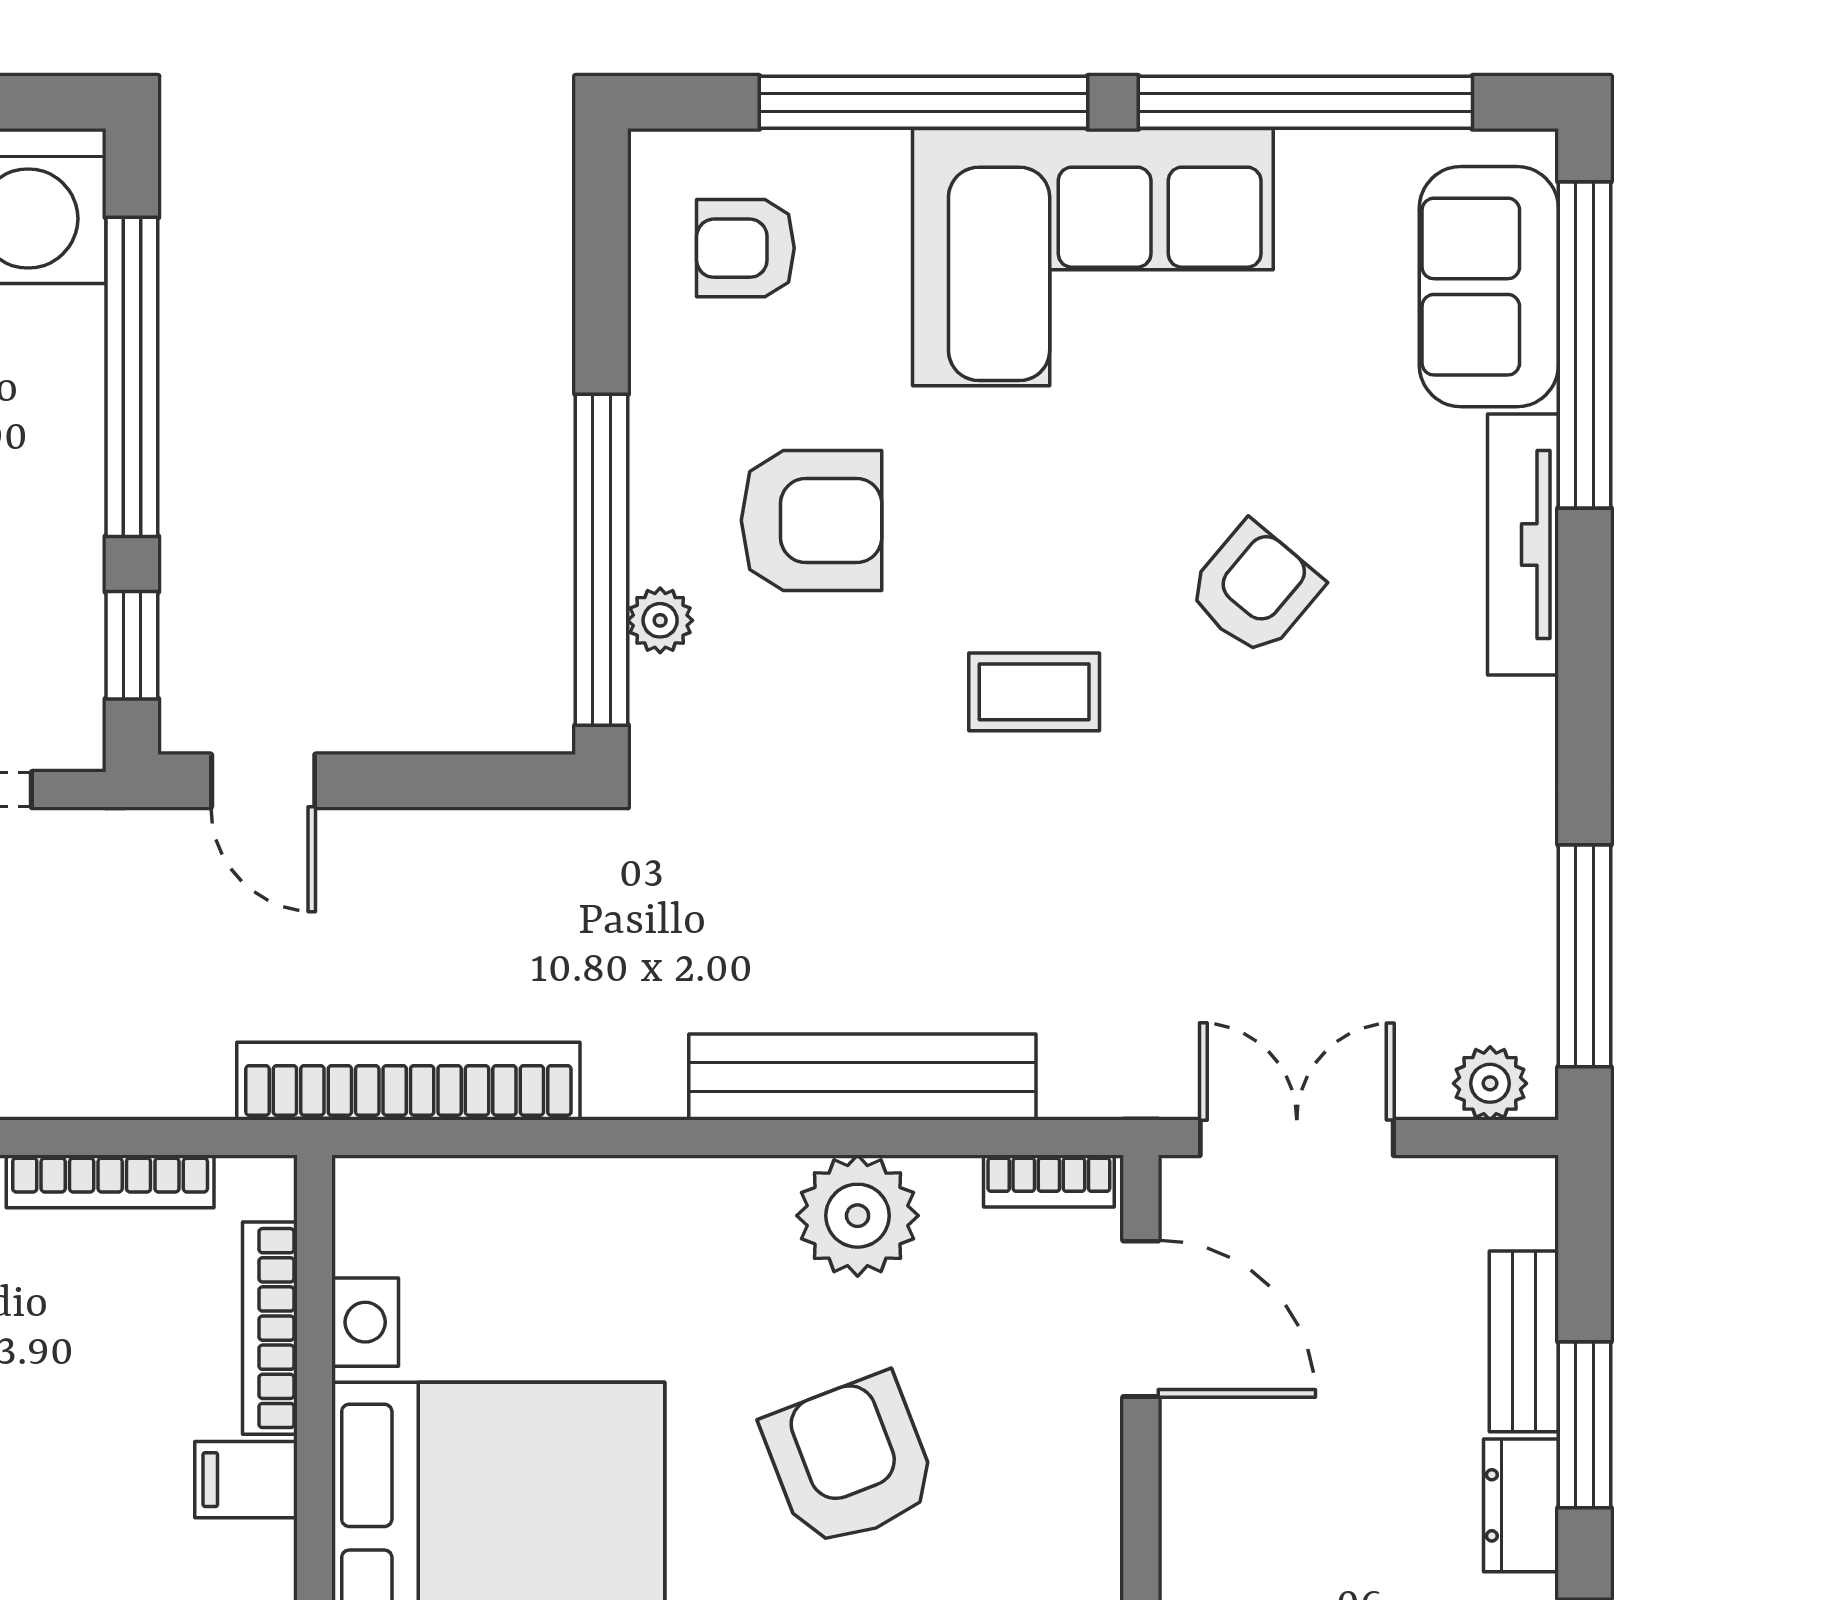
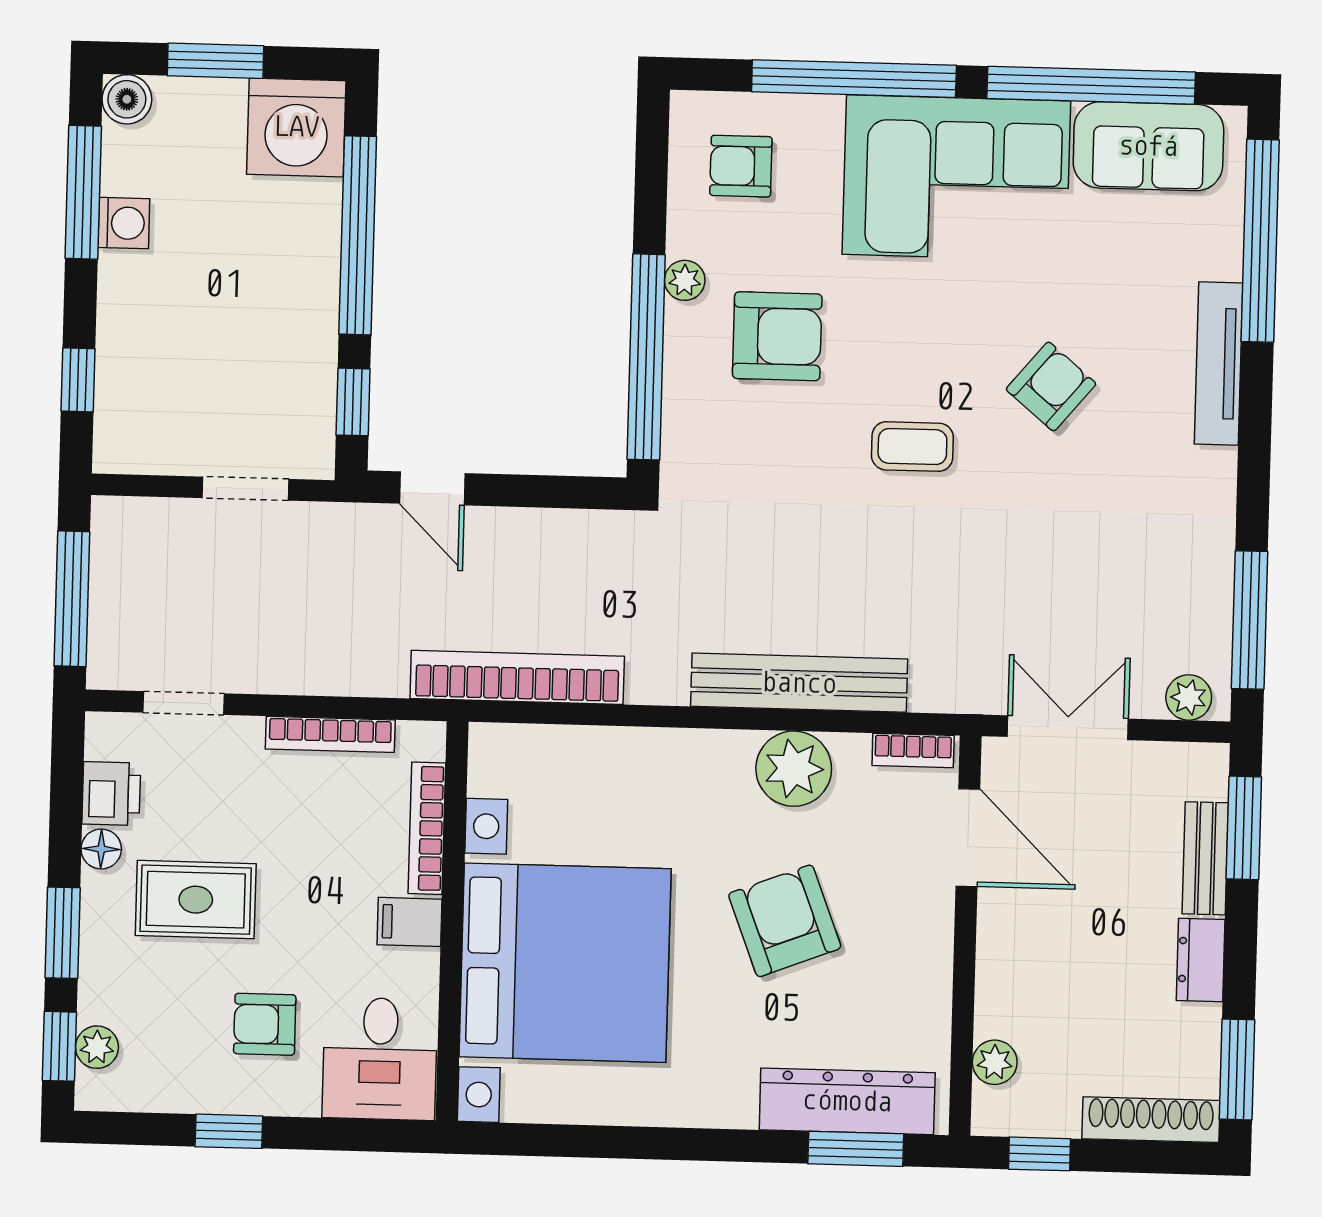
sofa: (1489, 287) -> (1148, 146), moved, turned -90
plant: (660, 620) -> (685, 280), moved
window: (1585, 1425) -> (1244, 828), moved

